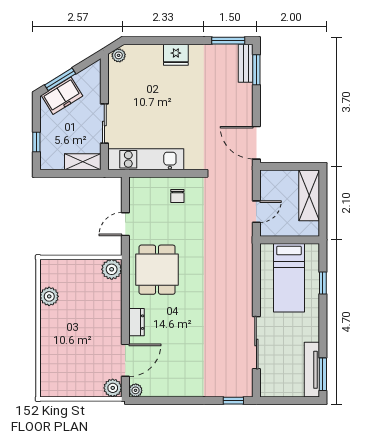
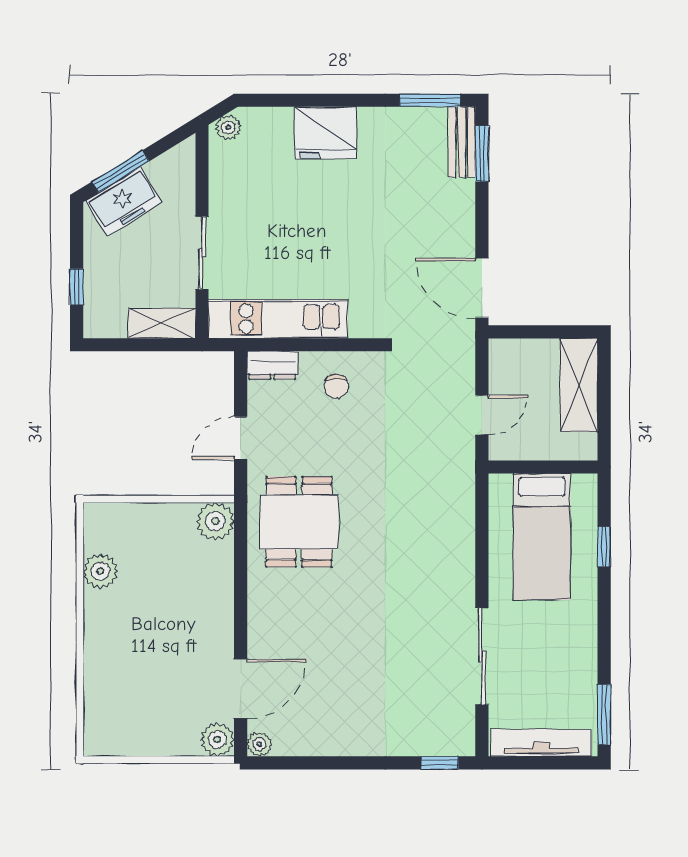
fridge: (176, 55) -> (326, 133), width x1.36, depth x1.34
dresser: (137, 322) -> (272, 365), moved, turned 90
tv unit: (312, 370) -> (541, 743), moved, turned 90

